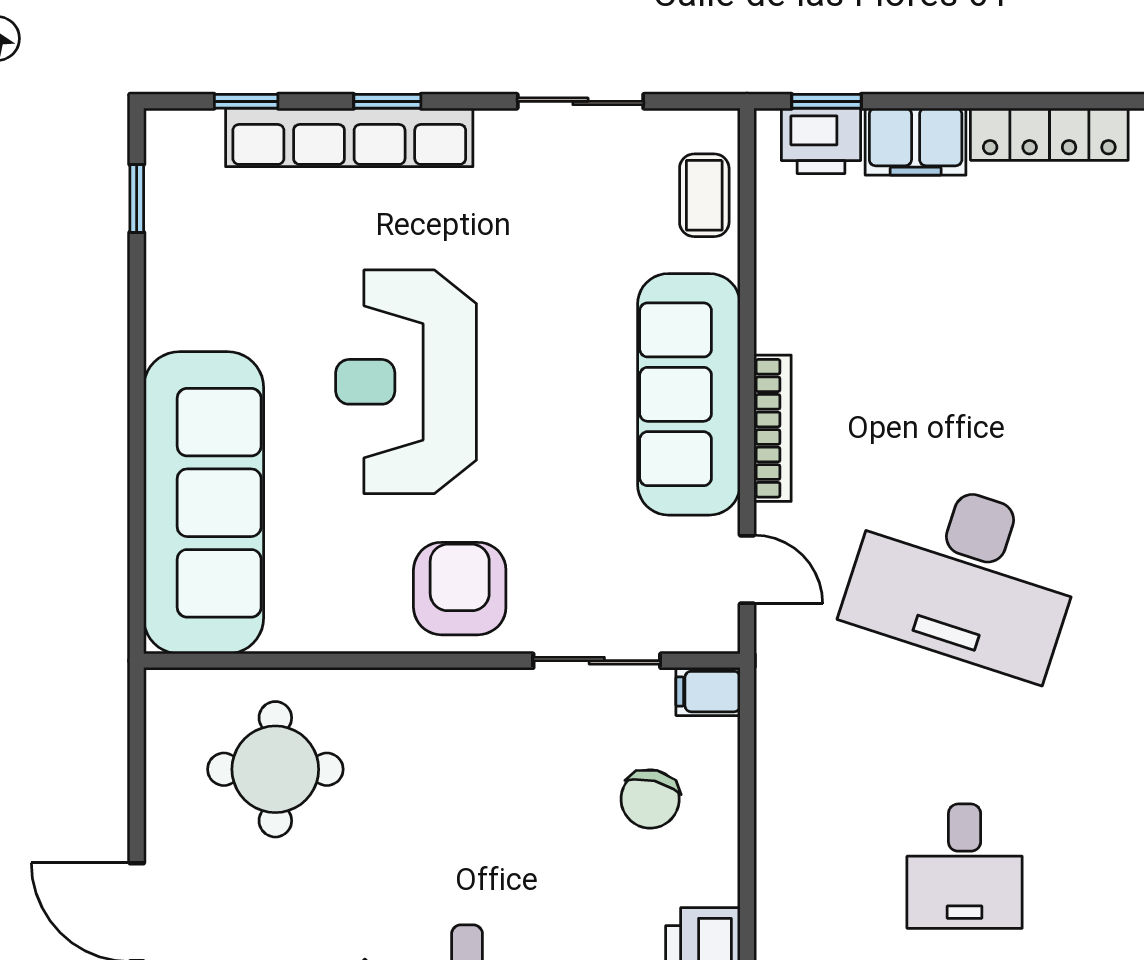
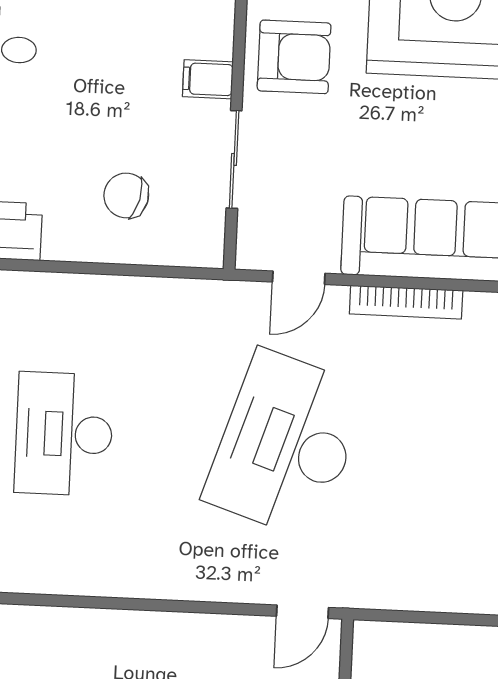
filing cabinet: (708, 692) -> (208, 79), moved, turned -90
desk: (965, 866) -> (64, 434), width x1.37

